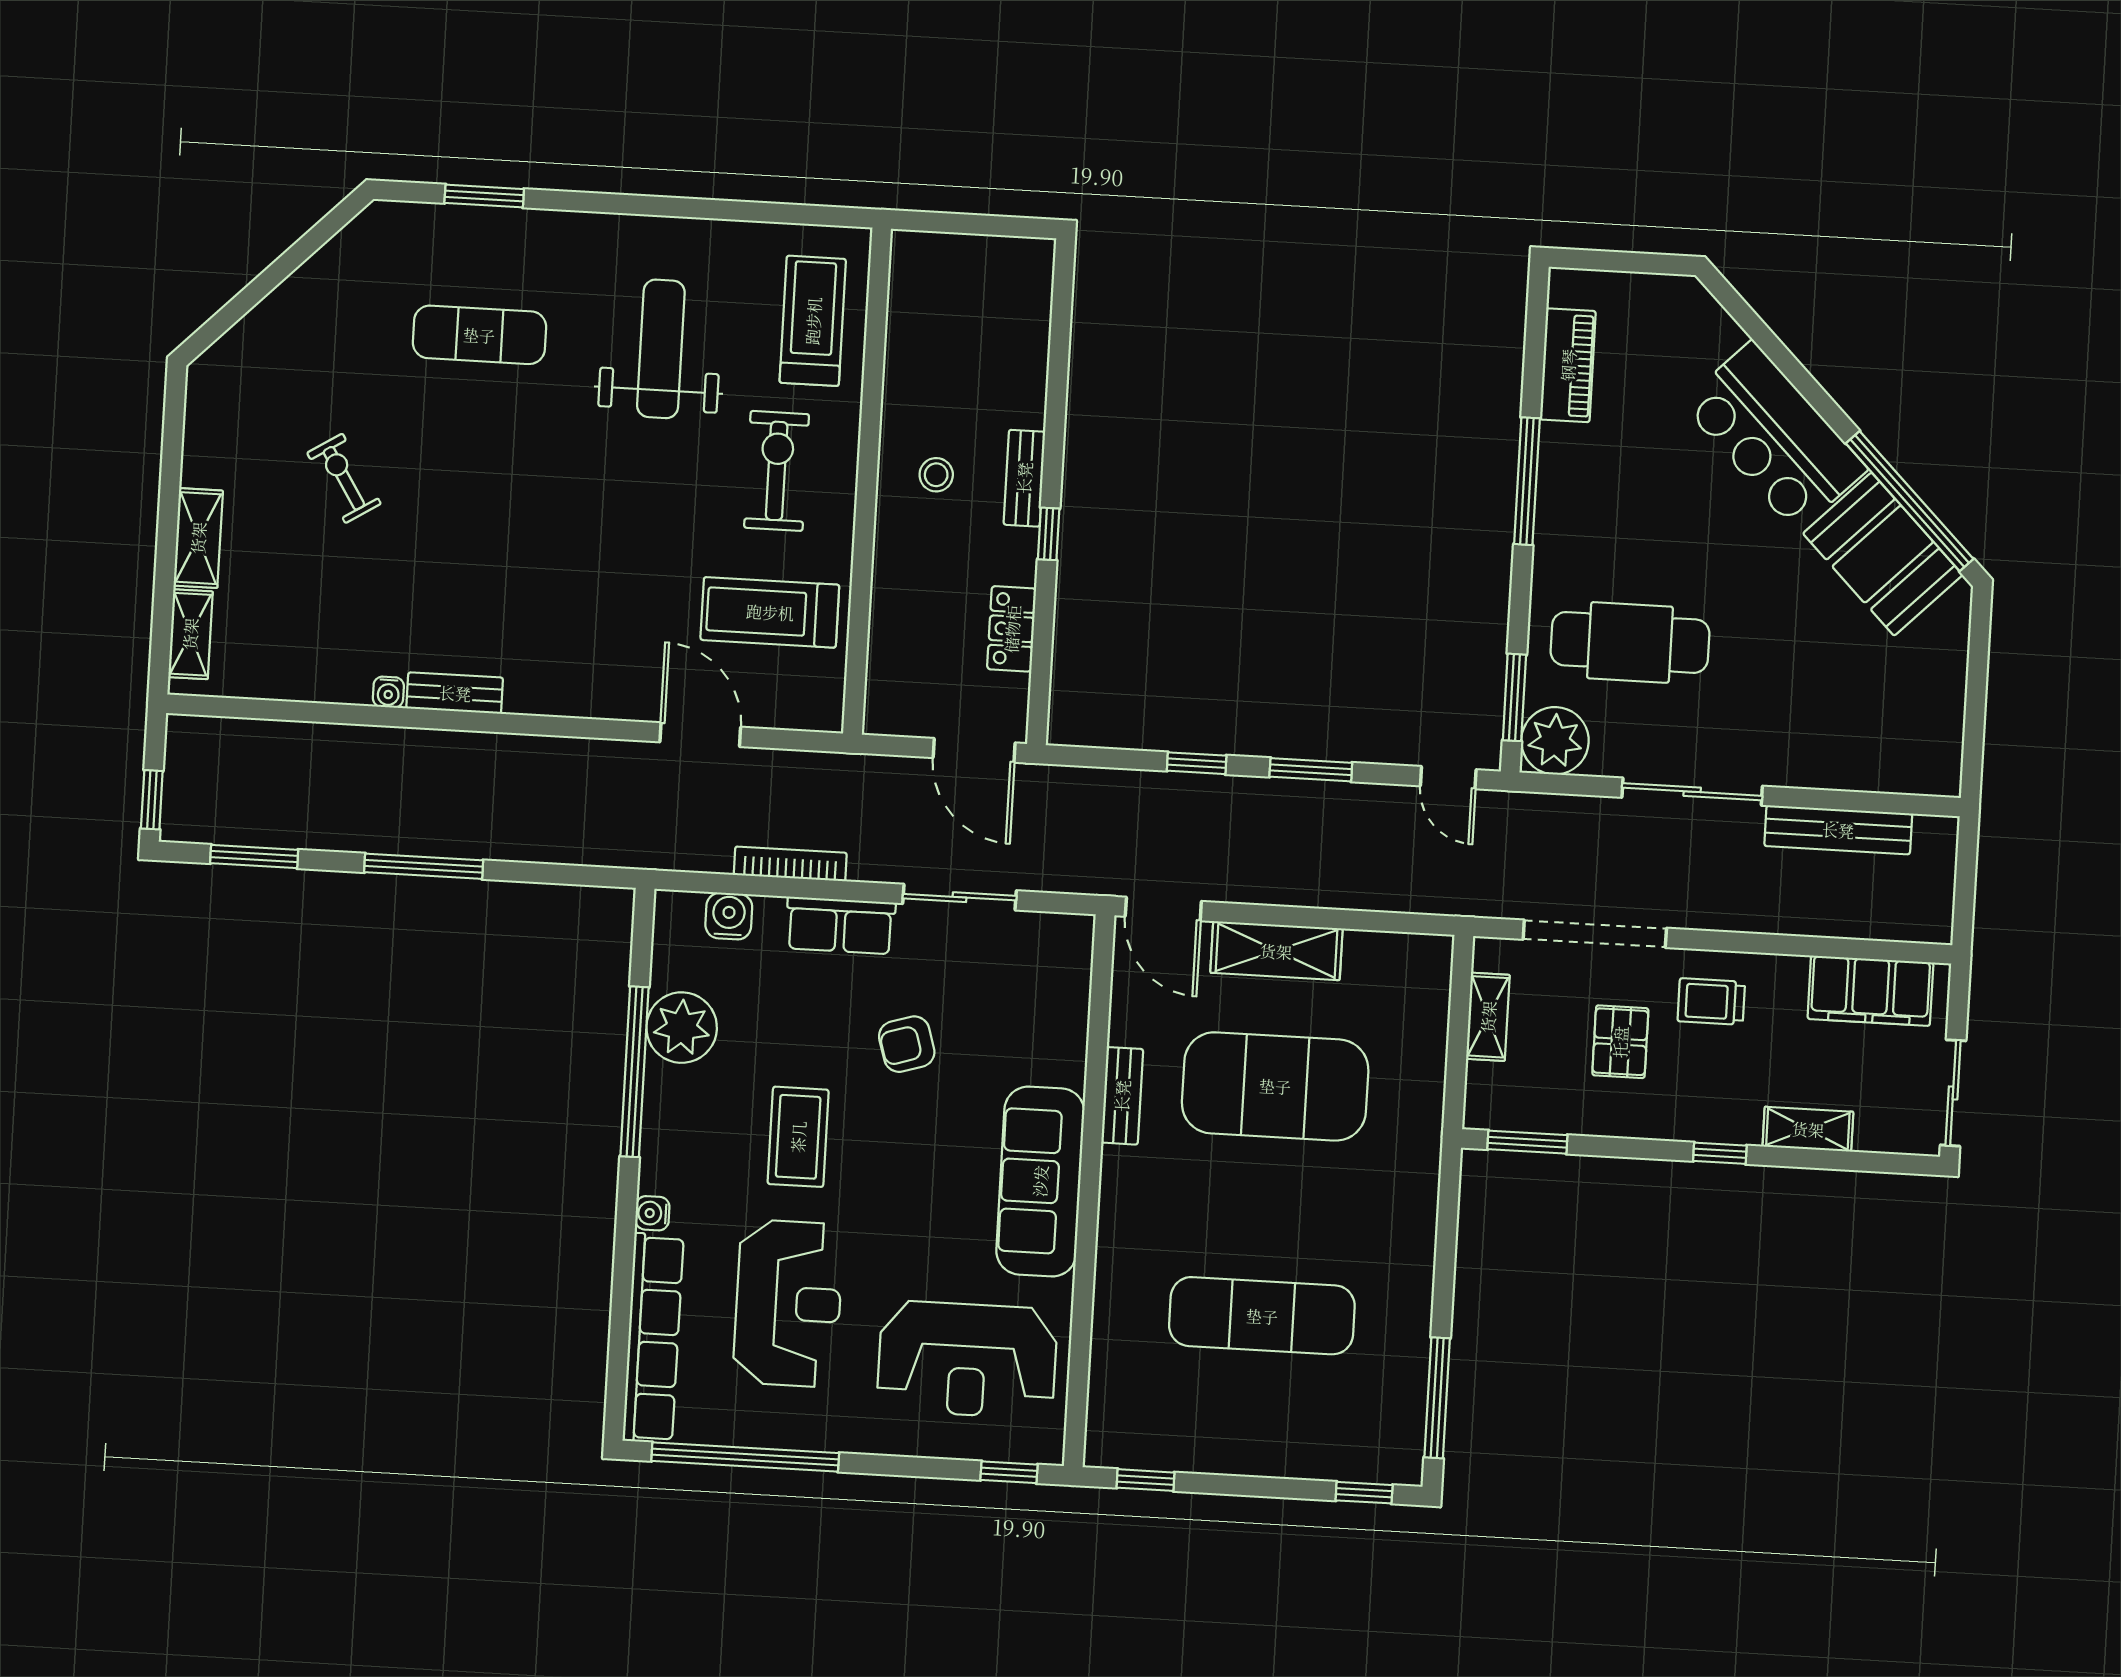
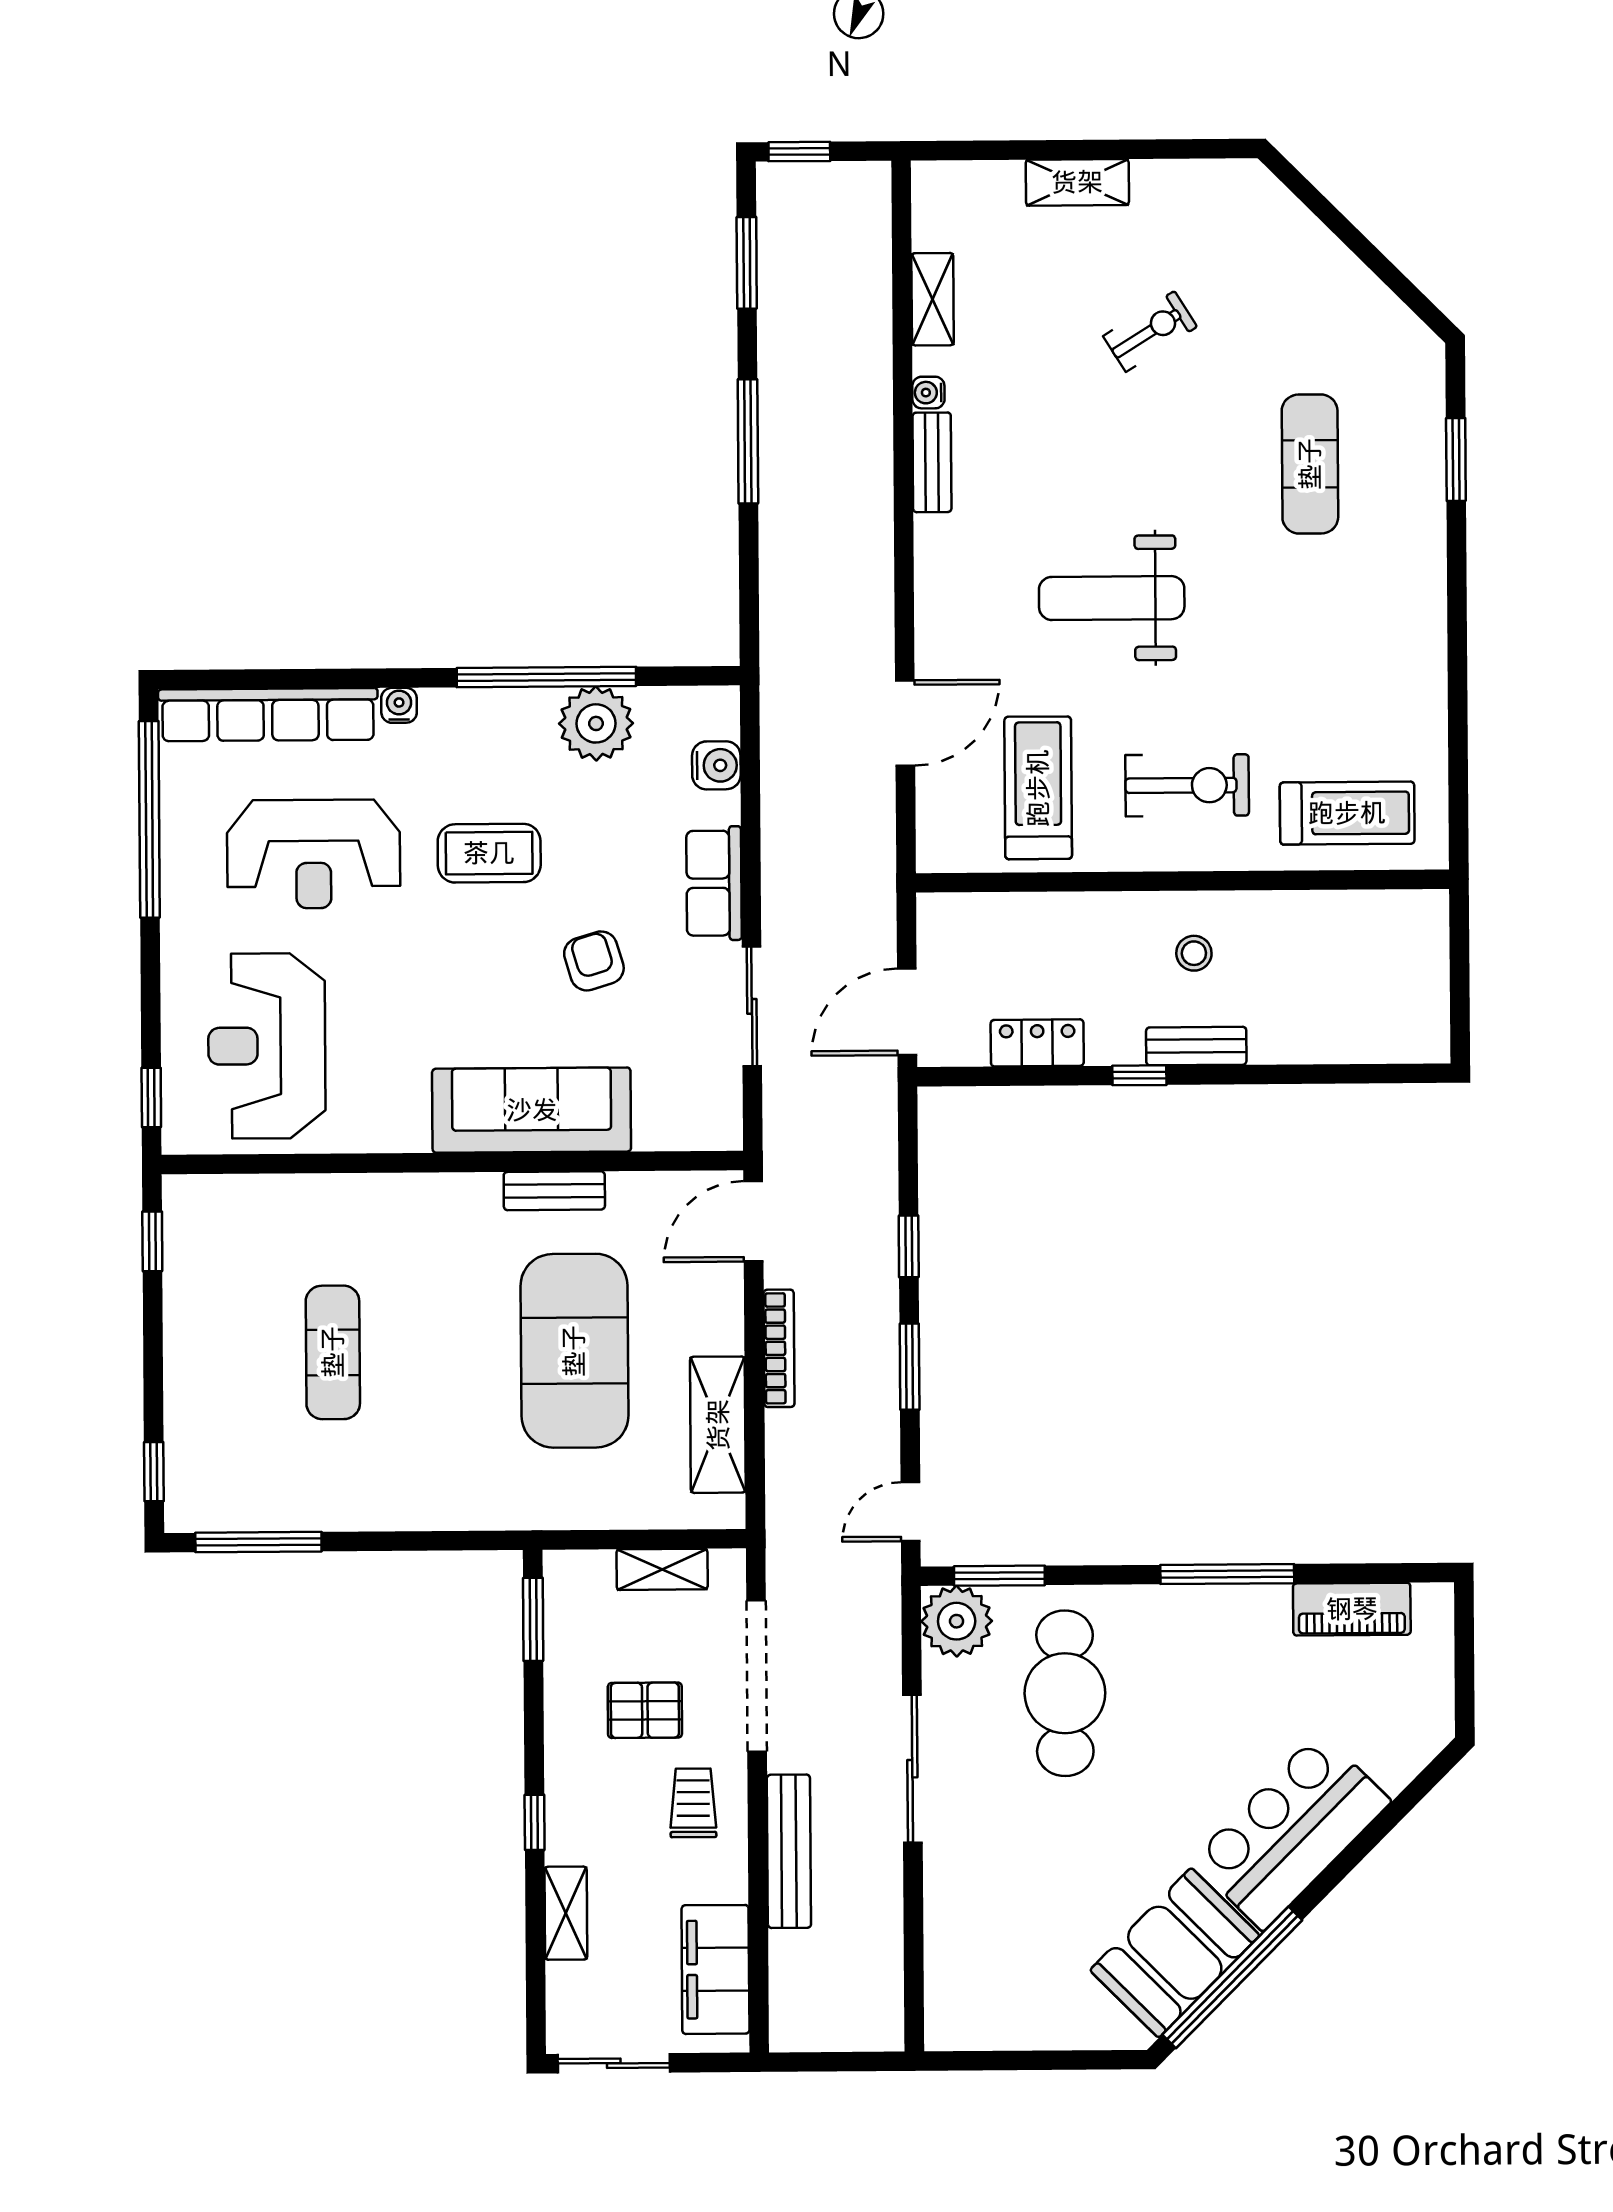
weight bench: (661, 349) -> (1112, 598), moved, turned 180
shelving: (190, 634) -> (933, 299), moved, turned 90
bench: (1838, 830) -> (789, 1851), moved
bookcase: (790, 864) -> (779, 1348), moved
shelving: (1276, 951) -> (718, 1425), moved
sofa: (1040, 1181) -> (532, 1110), moved
exercise mat: (1262, 1316) -> (333, 1352), width x0.73, depth x0.69

